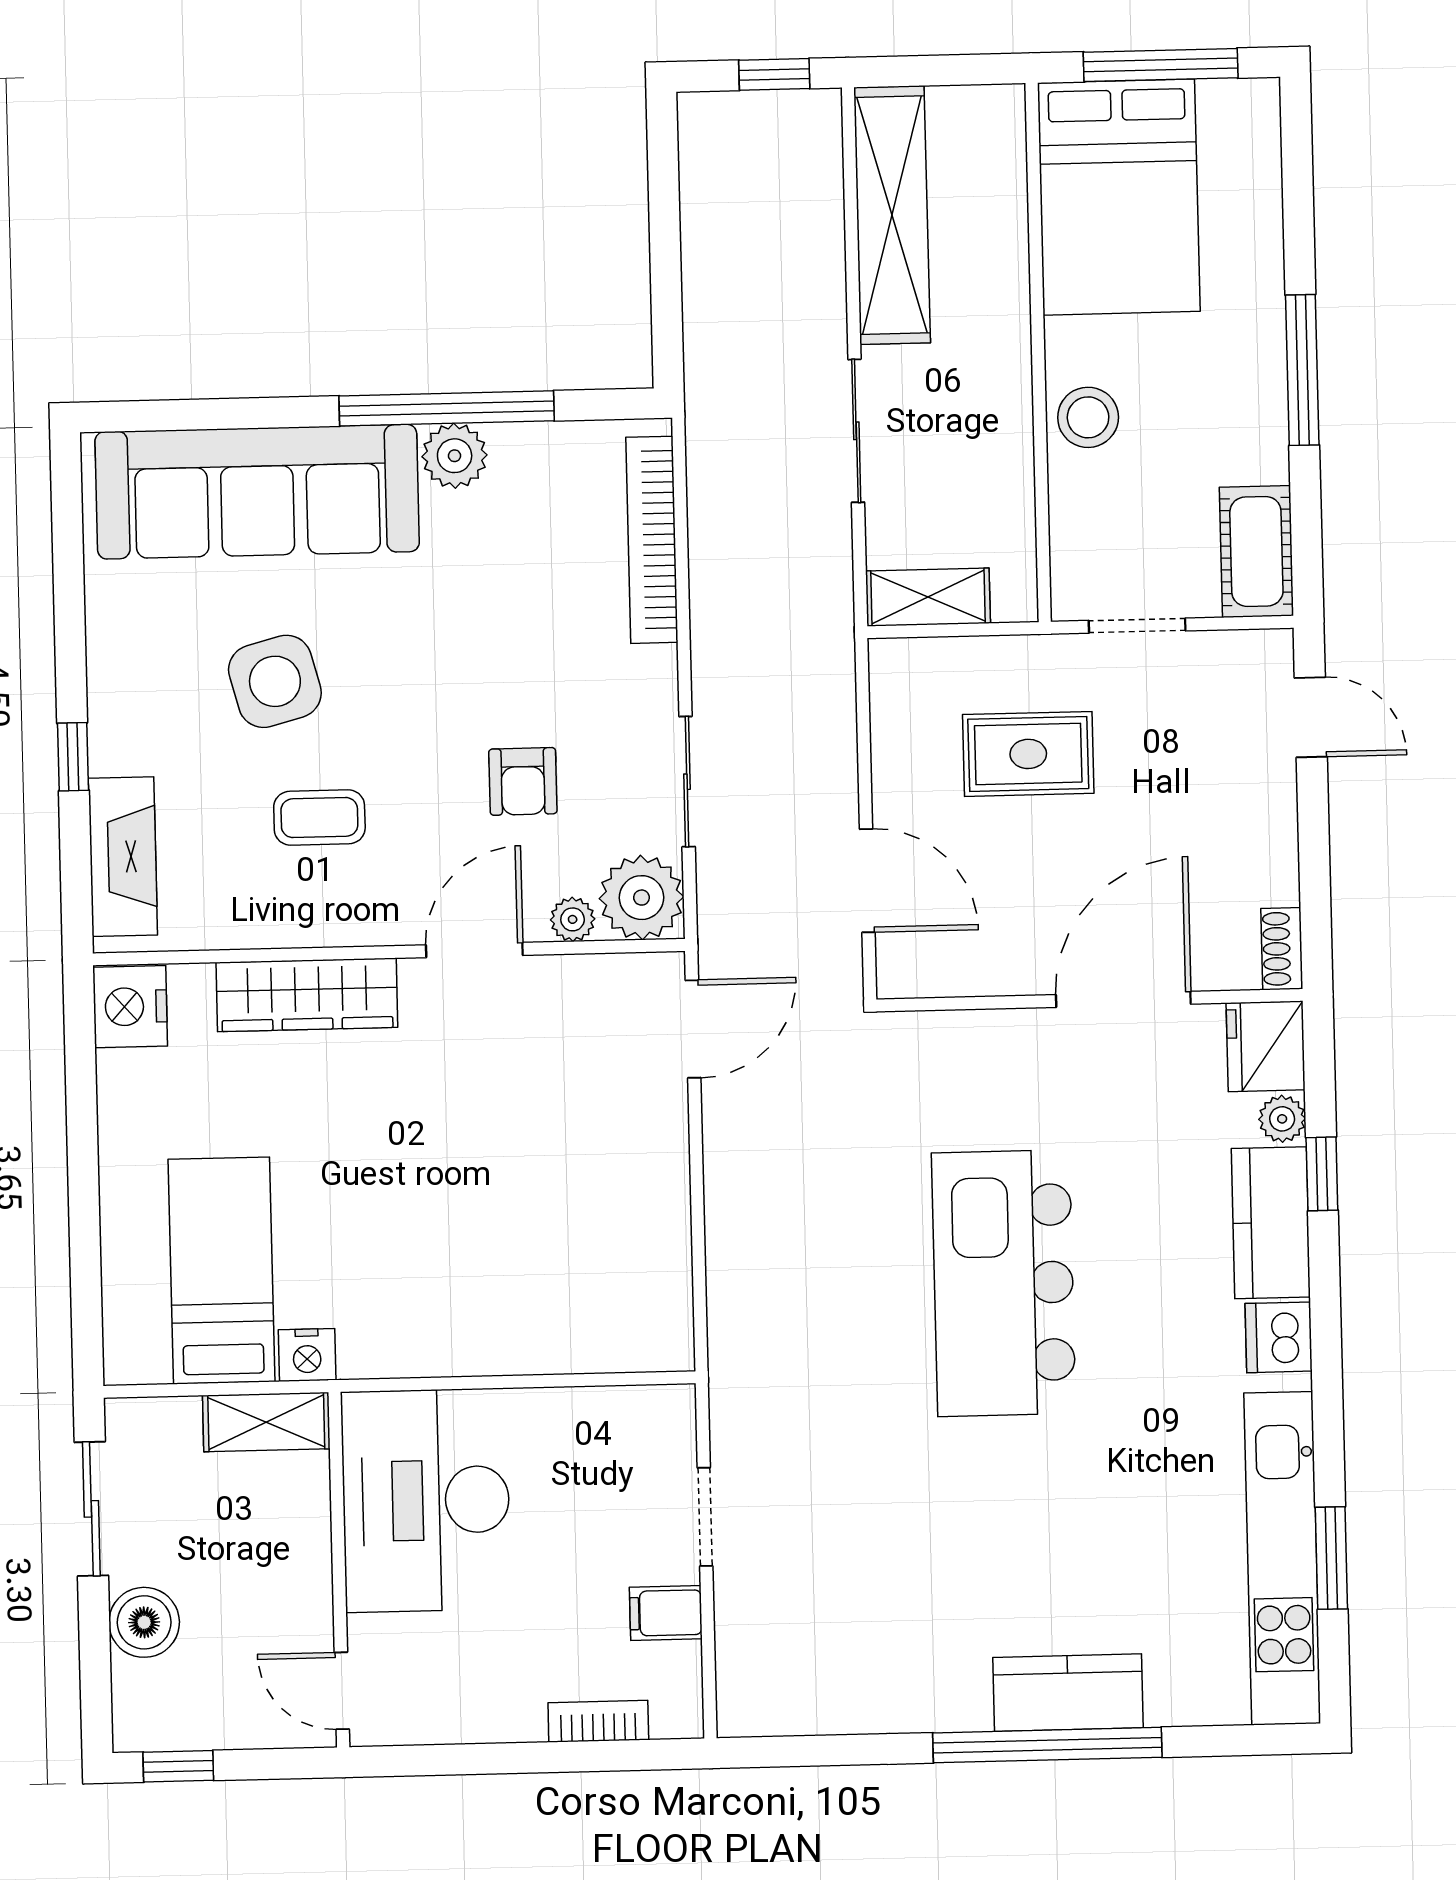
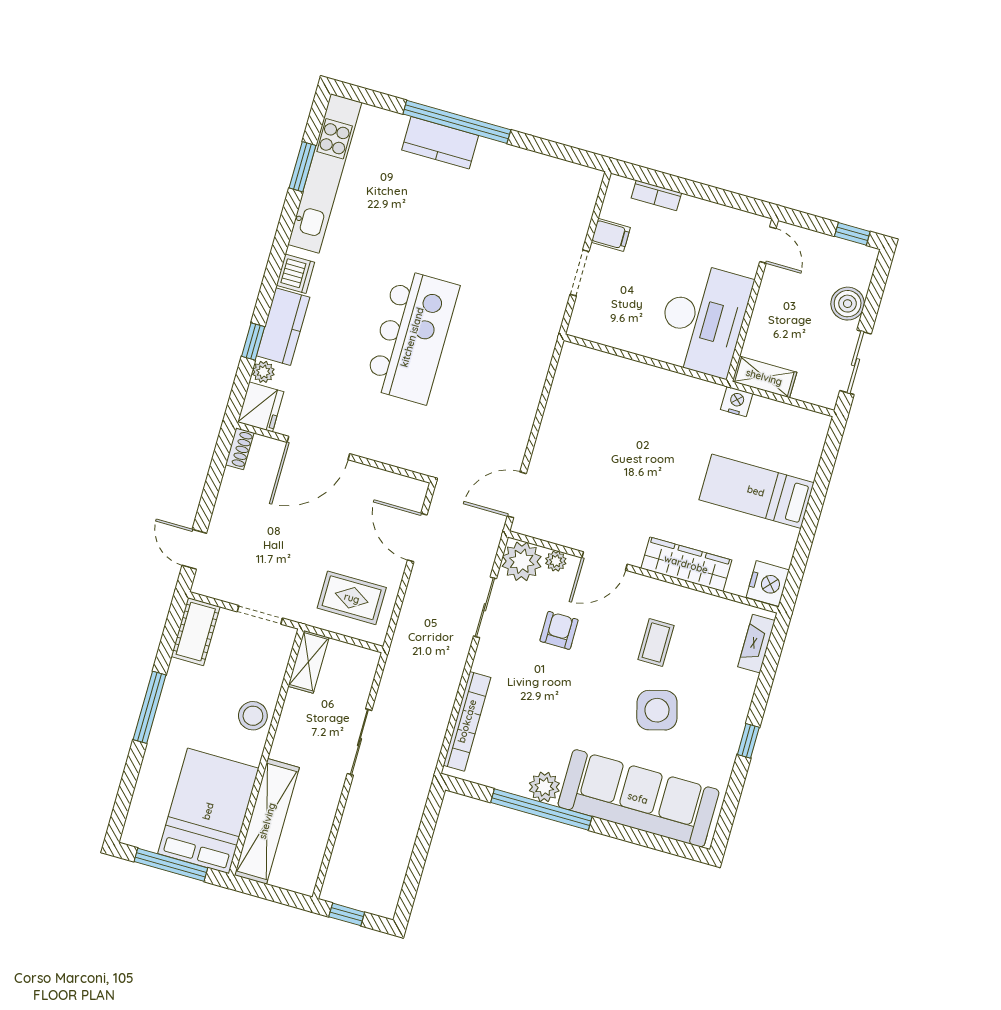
shelving: (892, 215) -> (267, 821), moved
shelving: (928, 597) -> (308, 662), moved, turned 90
rug: (1028, 754) -> (352, 598), moved
window: (73, 757) -> (748, 741), moved
coffee table: (319, 818) -> (656, 642), turned 90
fireplace: (123, 857) -> (756, 644), width x0.73, depth x0.76
bed: (221, 1270) -> (756, 491), moved, turned 90

